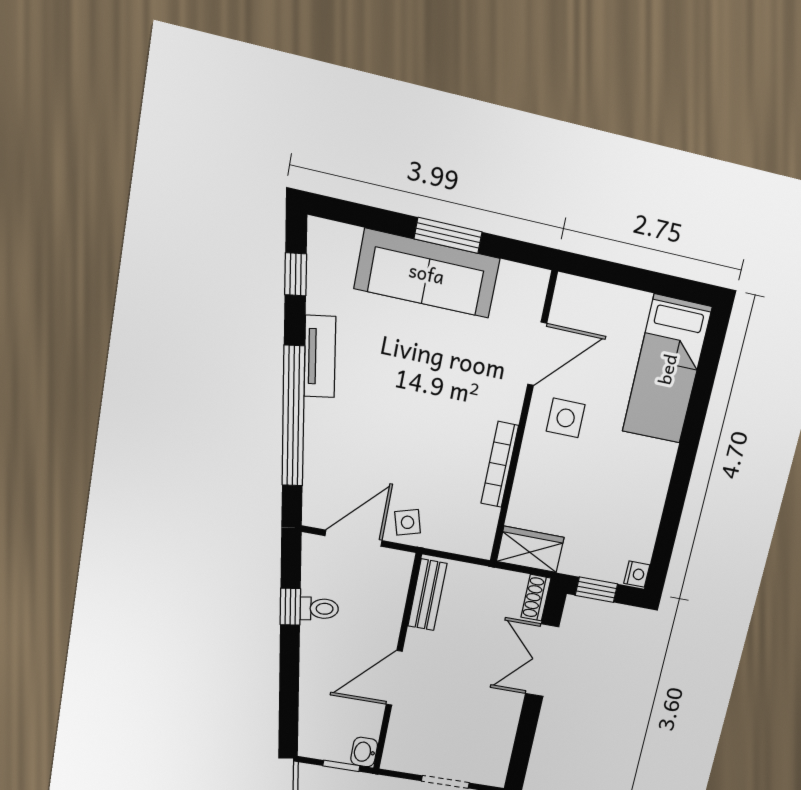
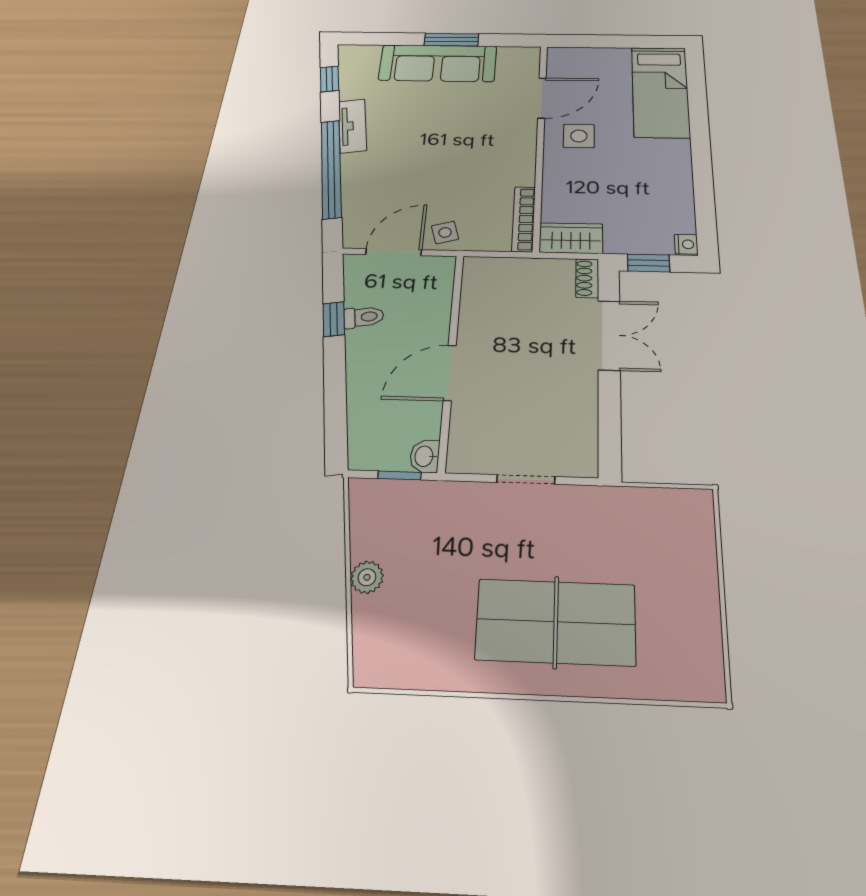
bookcase: (500, 464) -> (524, 219), moved
bench: (427, 595) -> (474, 290), removed
double door: (542, 660) -> (609, 335), swing flipped

